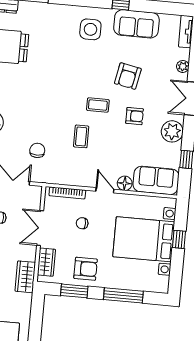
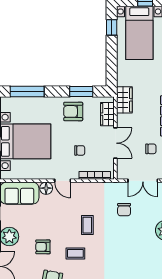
window: (123, 295) -> (27, 91), moved

